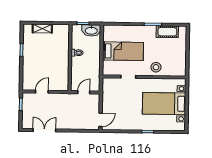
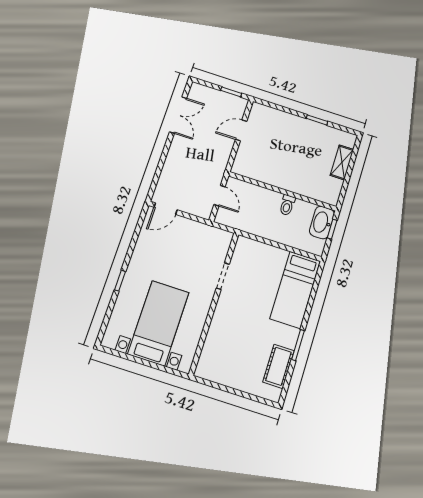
washbasin: (91, 30) -> (322, 222), moved
bed: (123, 51) -> (295, 290), moved
stool: (156, 67) -> (224, 328), removed
door: (42, 92) -> (241, 130), swing flipped
door: (101, 120) -> (166, 209), hinge flipped

